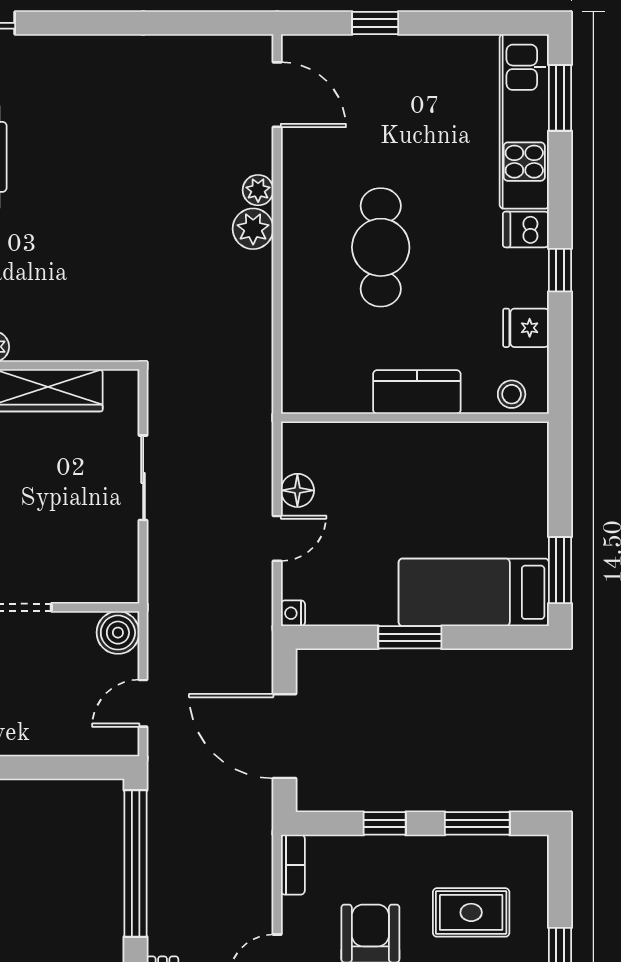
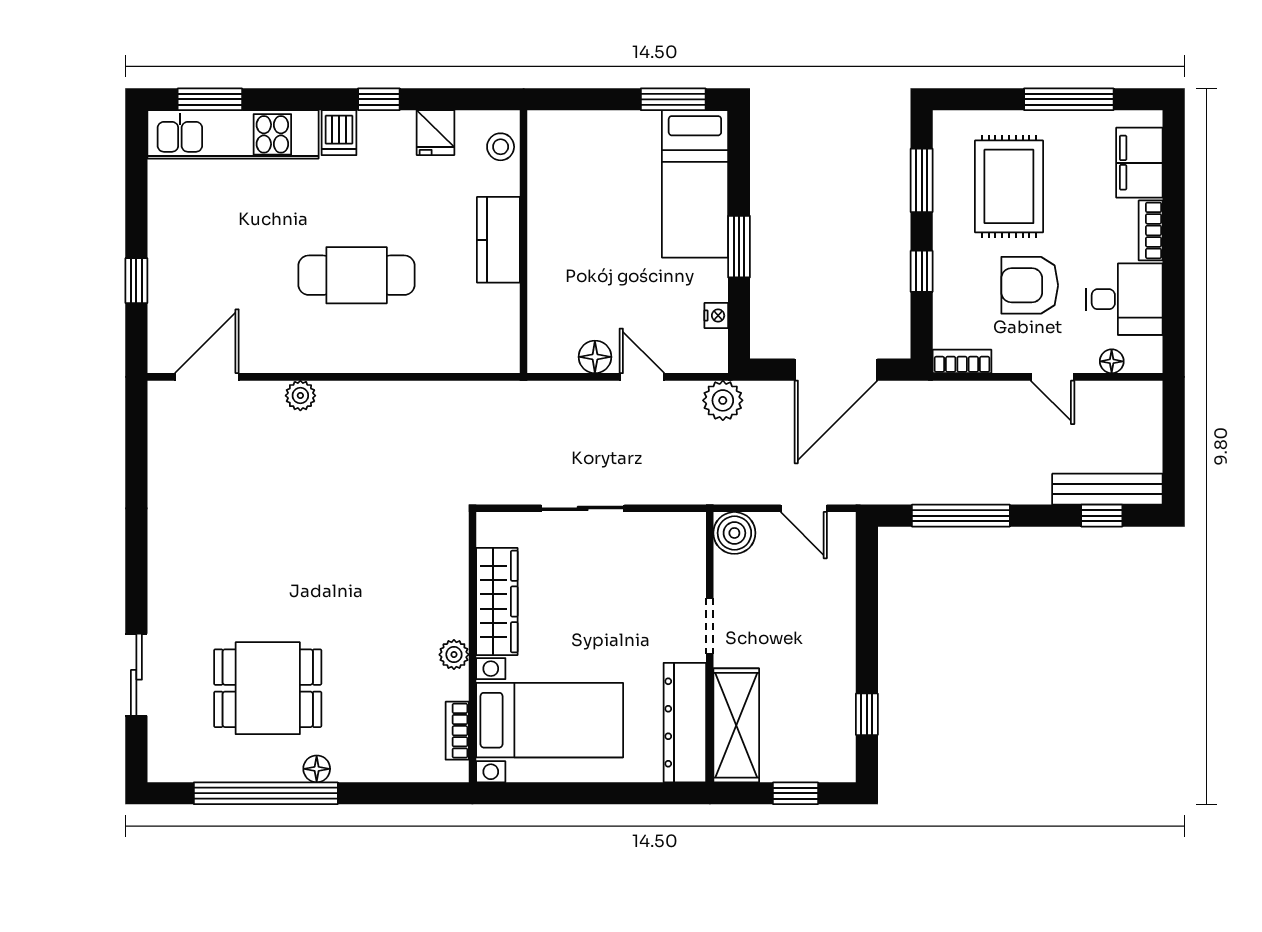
plant: (253, 229) -> (723, 400), moved
nightstand: (293, 613) -> (716, 316), moved, turned -90
window: (136, 863) -> (961, 516), width x0.68
rug: (471, 912) -> (1009, 186), width x1.36, depth x1.43

